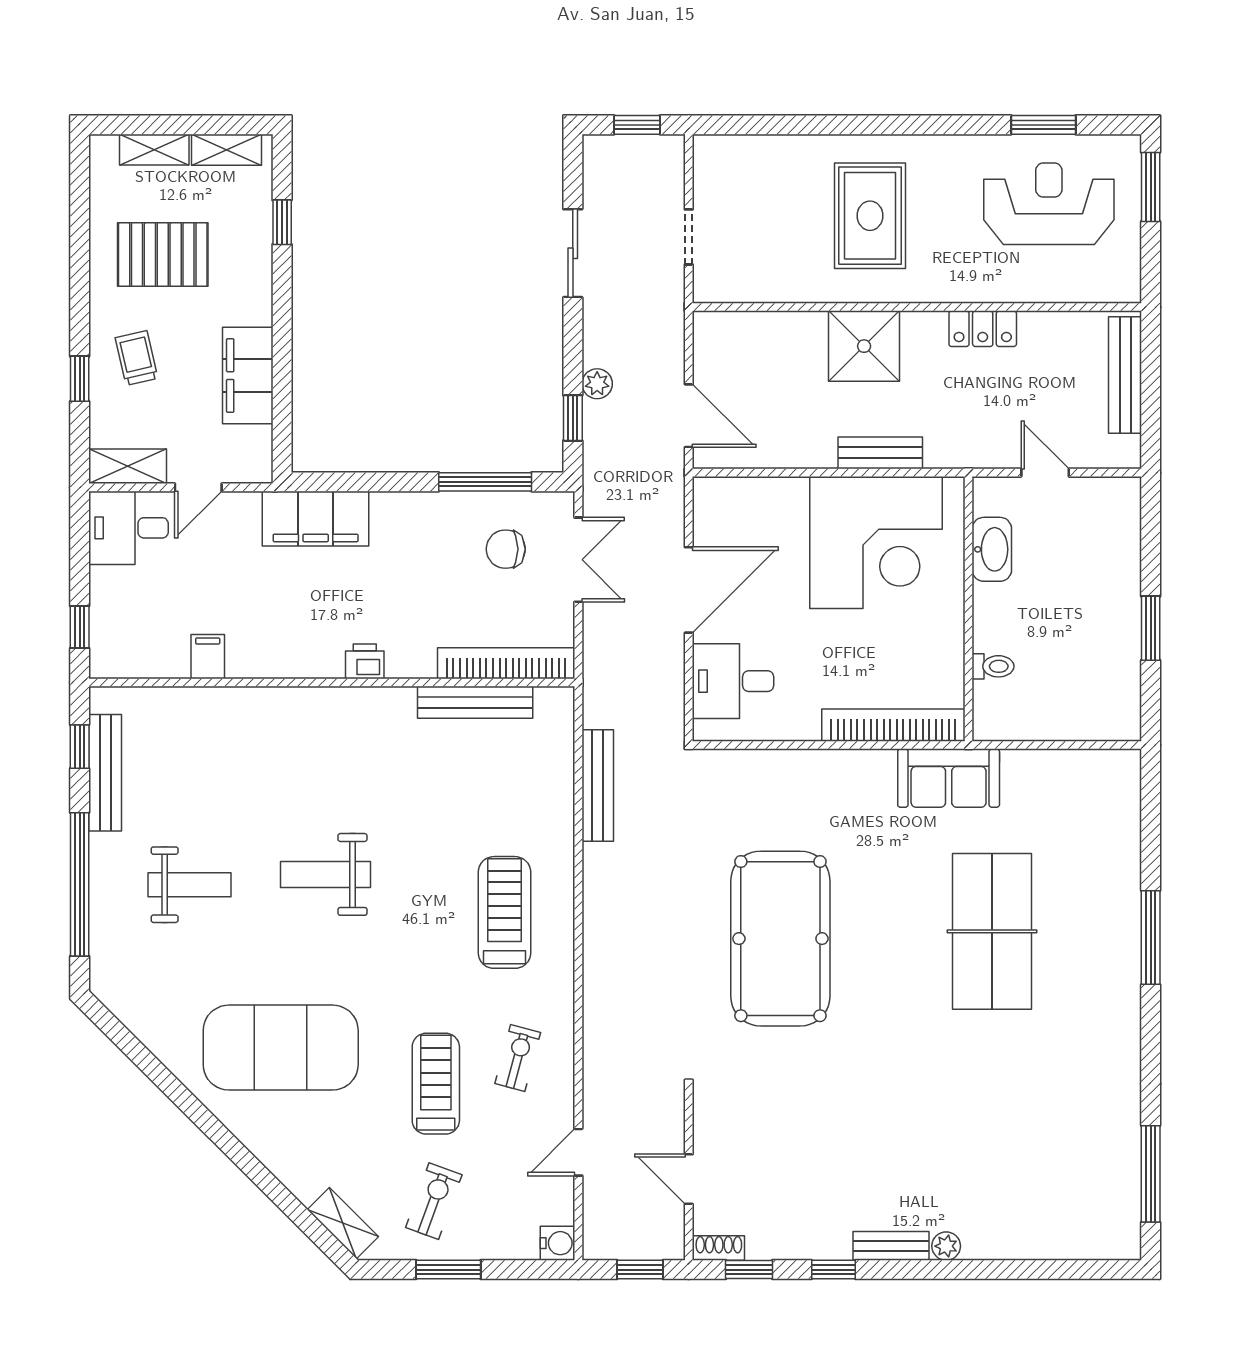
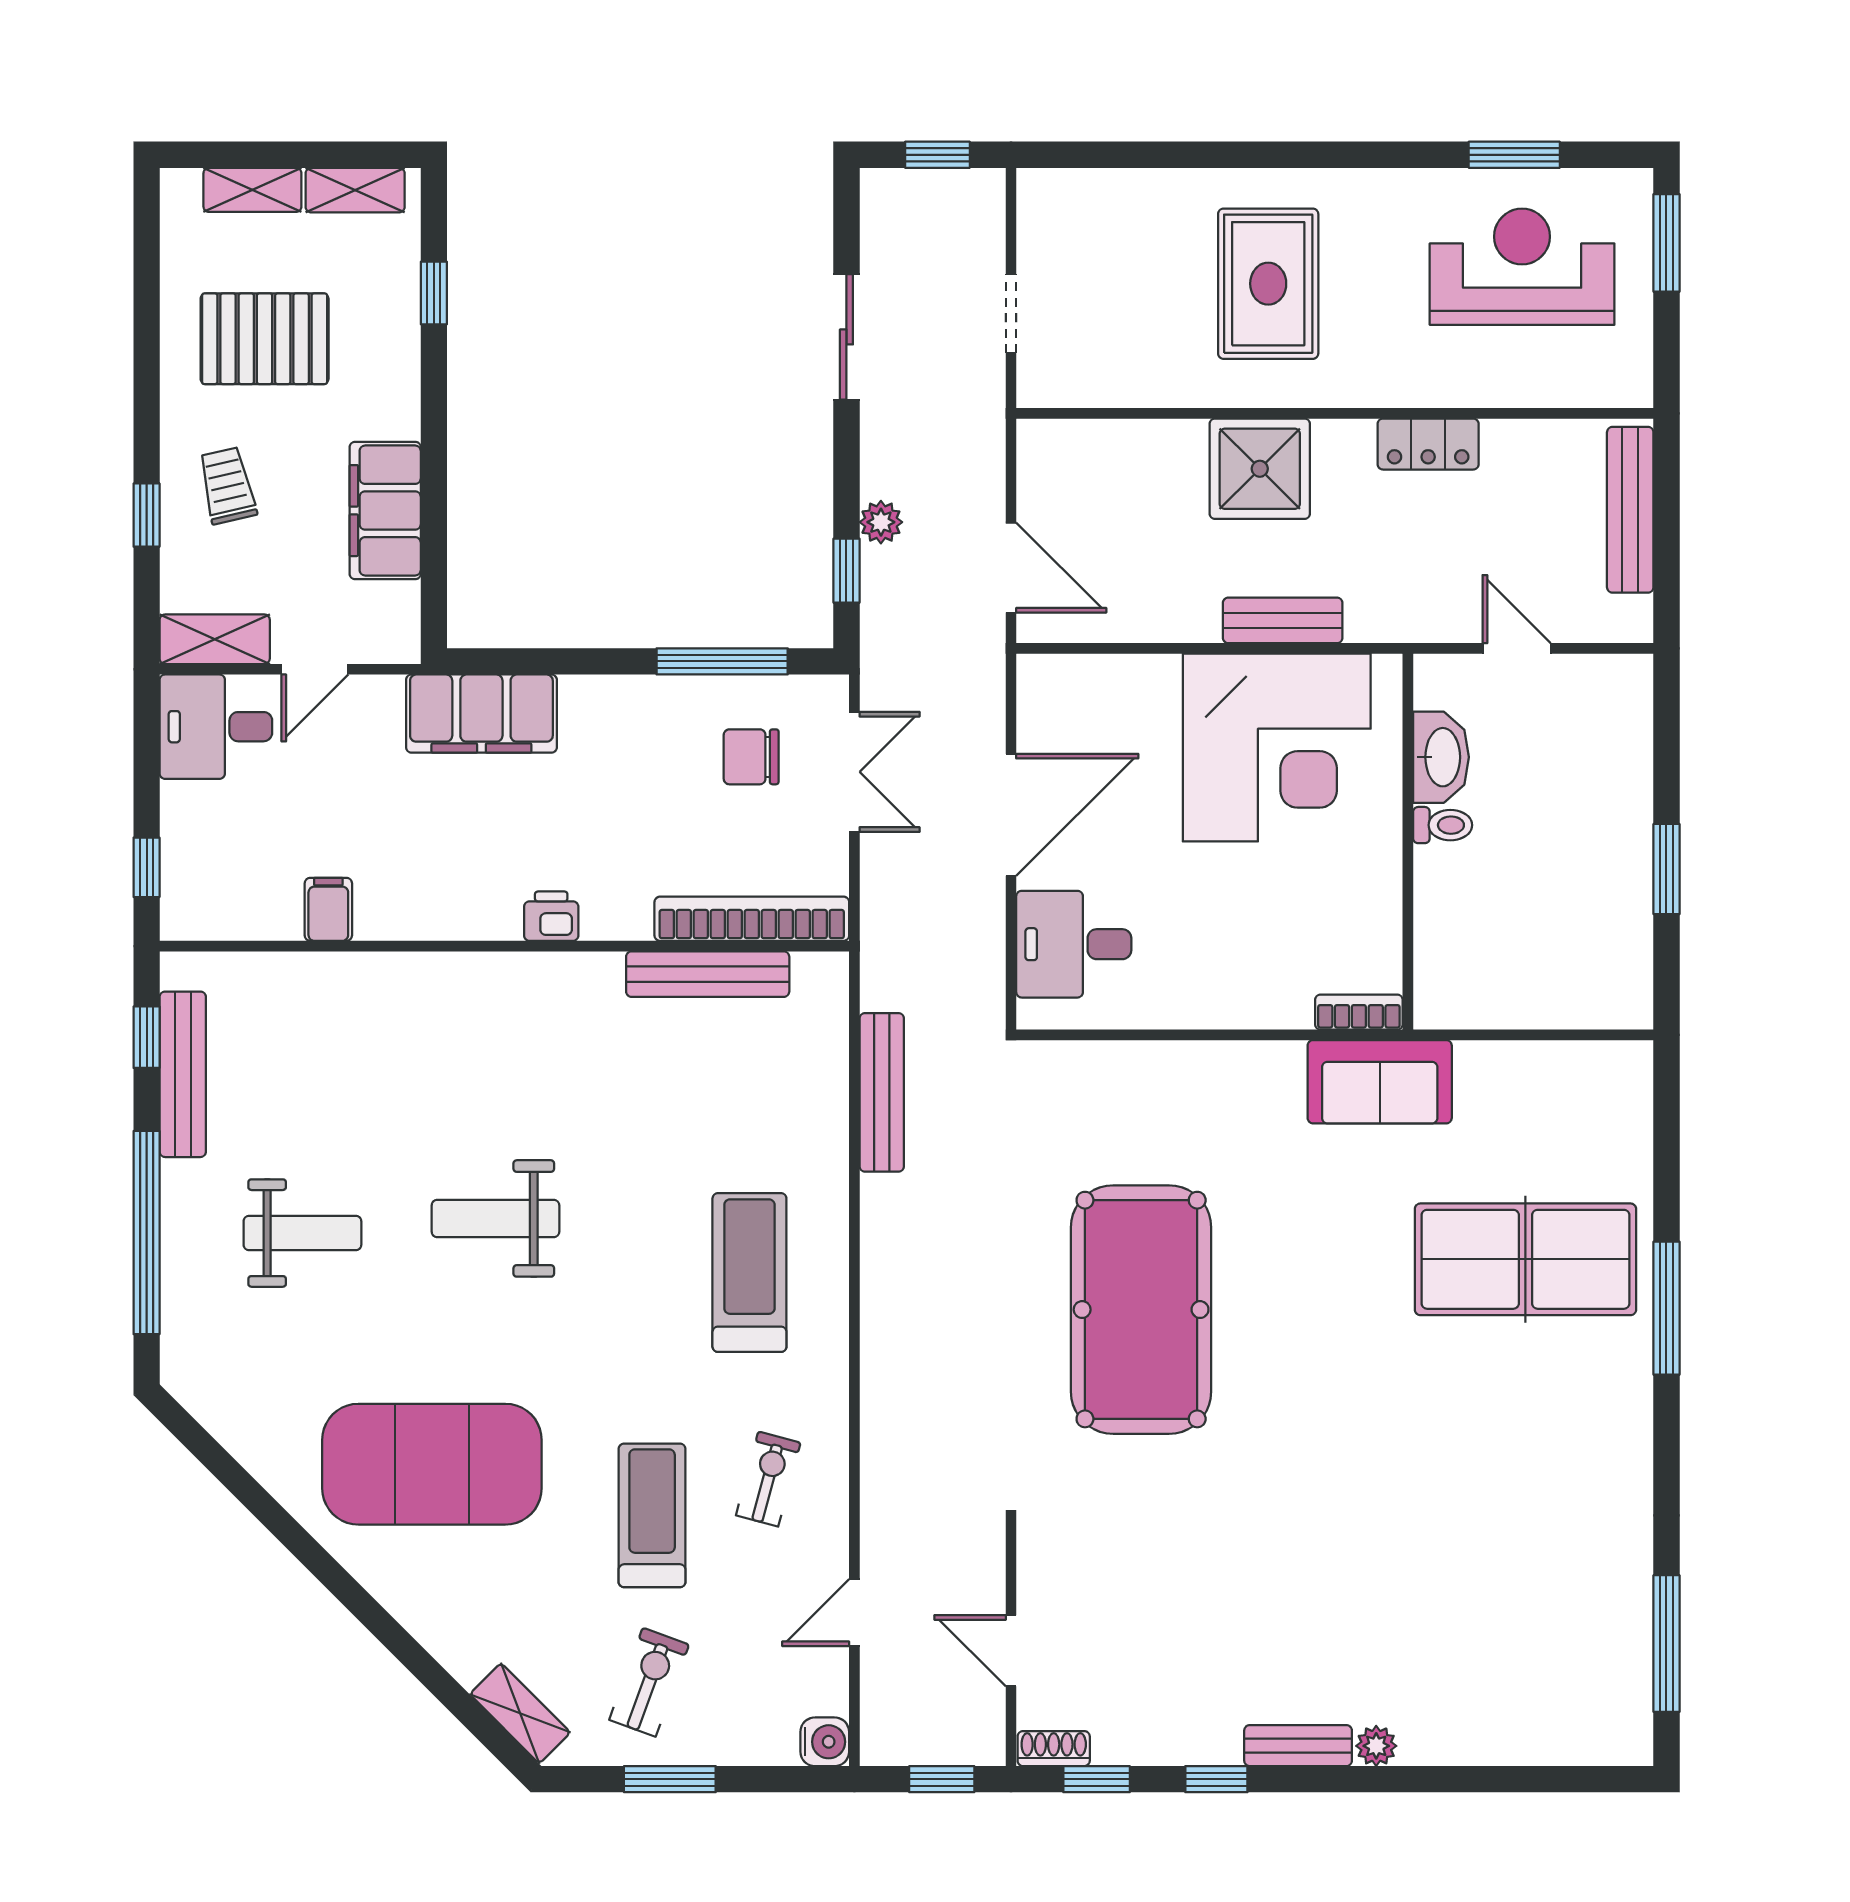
toilet: (993, 666) -> (1443, 825), moved
bookcase: (893, 725) -> (1359, 1012), width x0.43, depth x0.76
table tennis table: (992, 931) -> (1525, 1259), moved, turned 90

